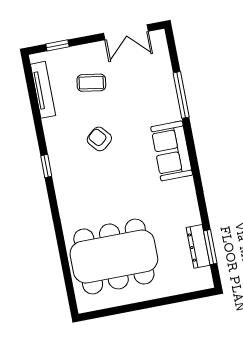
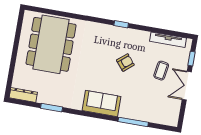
double door: (126, 32) -> (187, 86), moved
dresser: (198, 246) -> (23, 95), moved
window: (210, 247) -> (52, 108), moved

